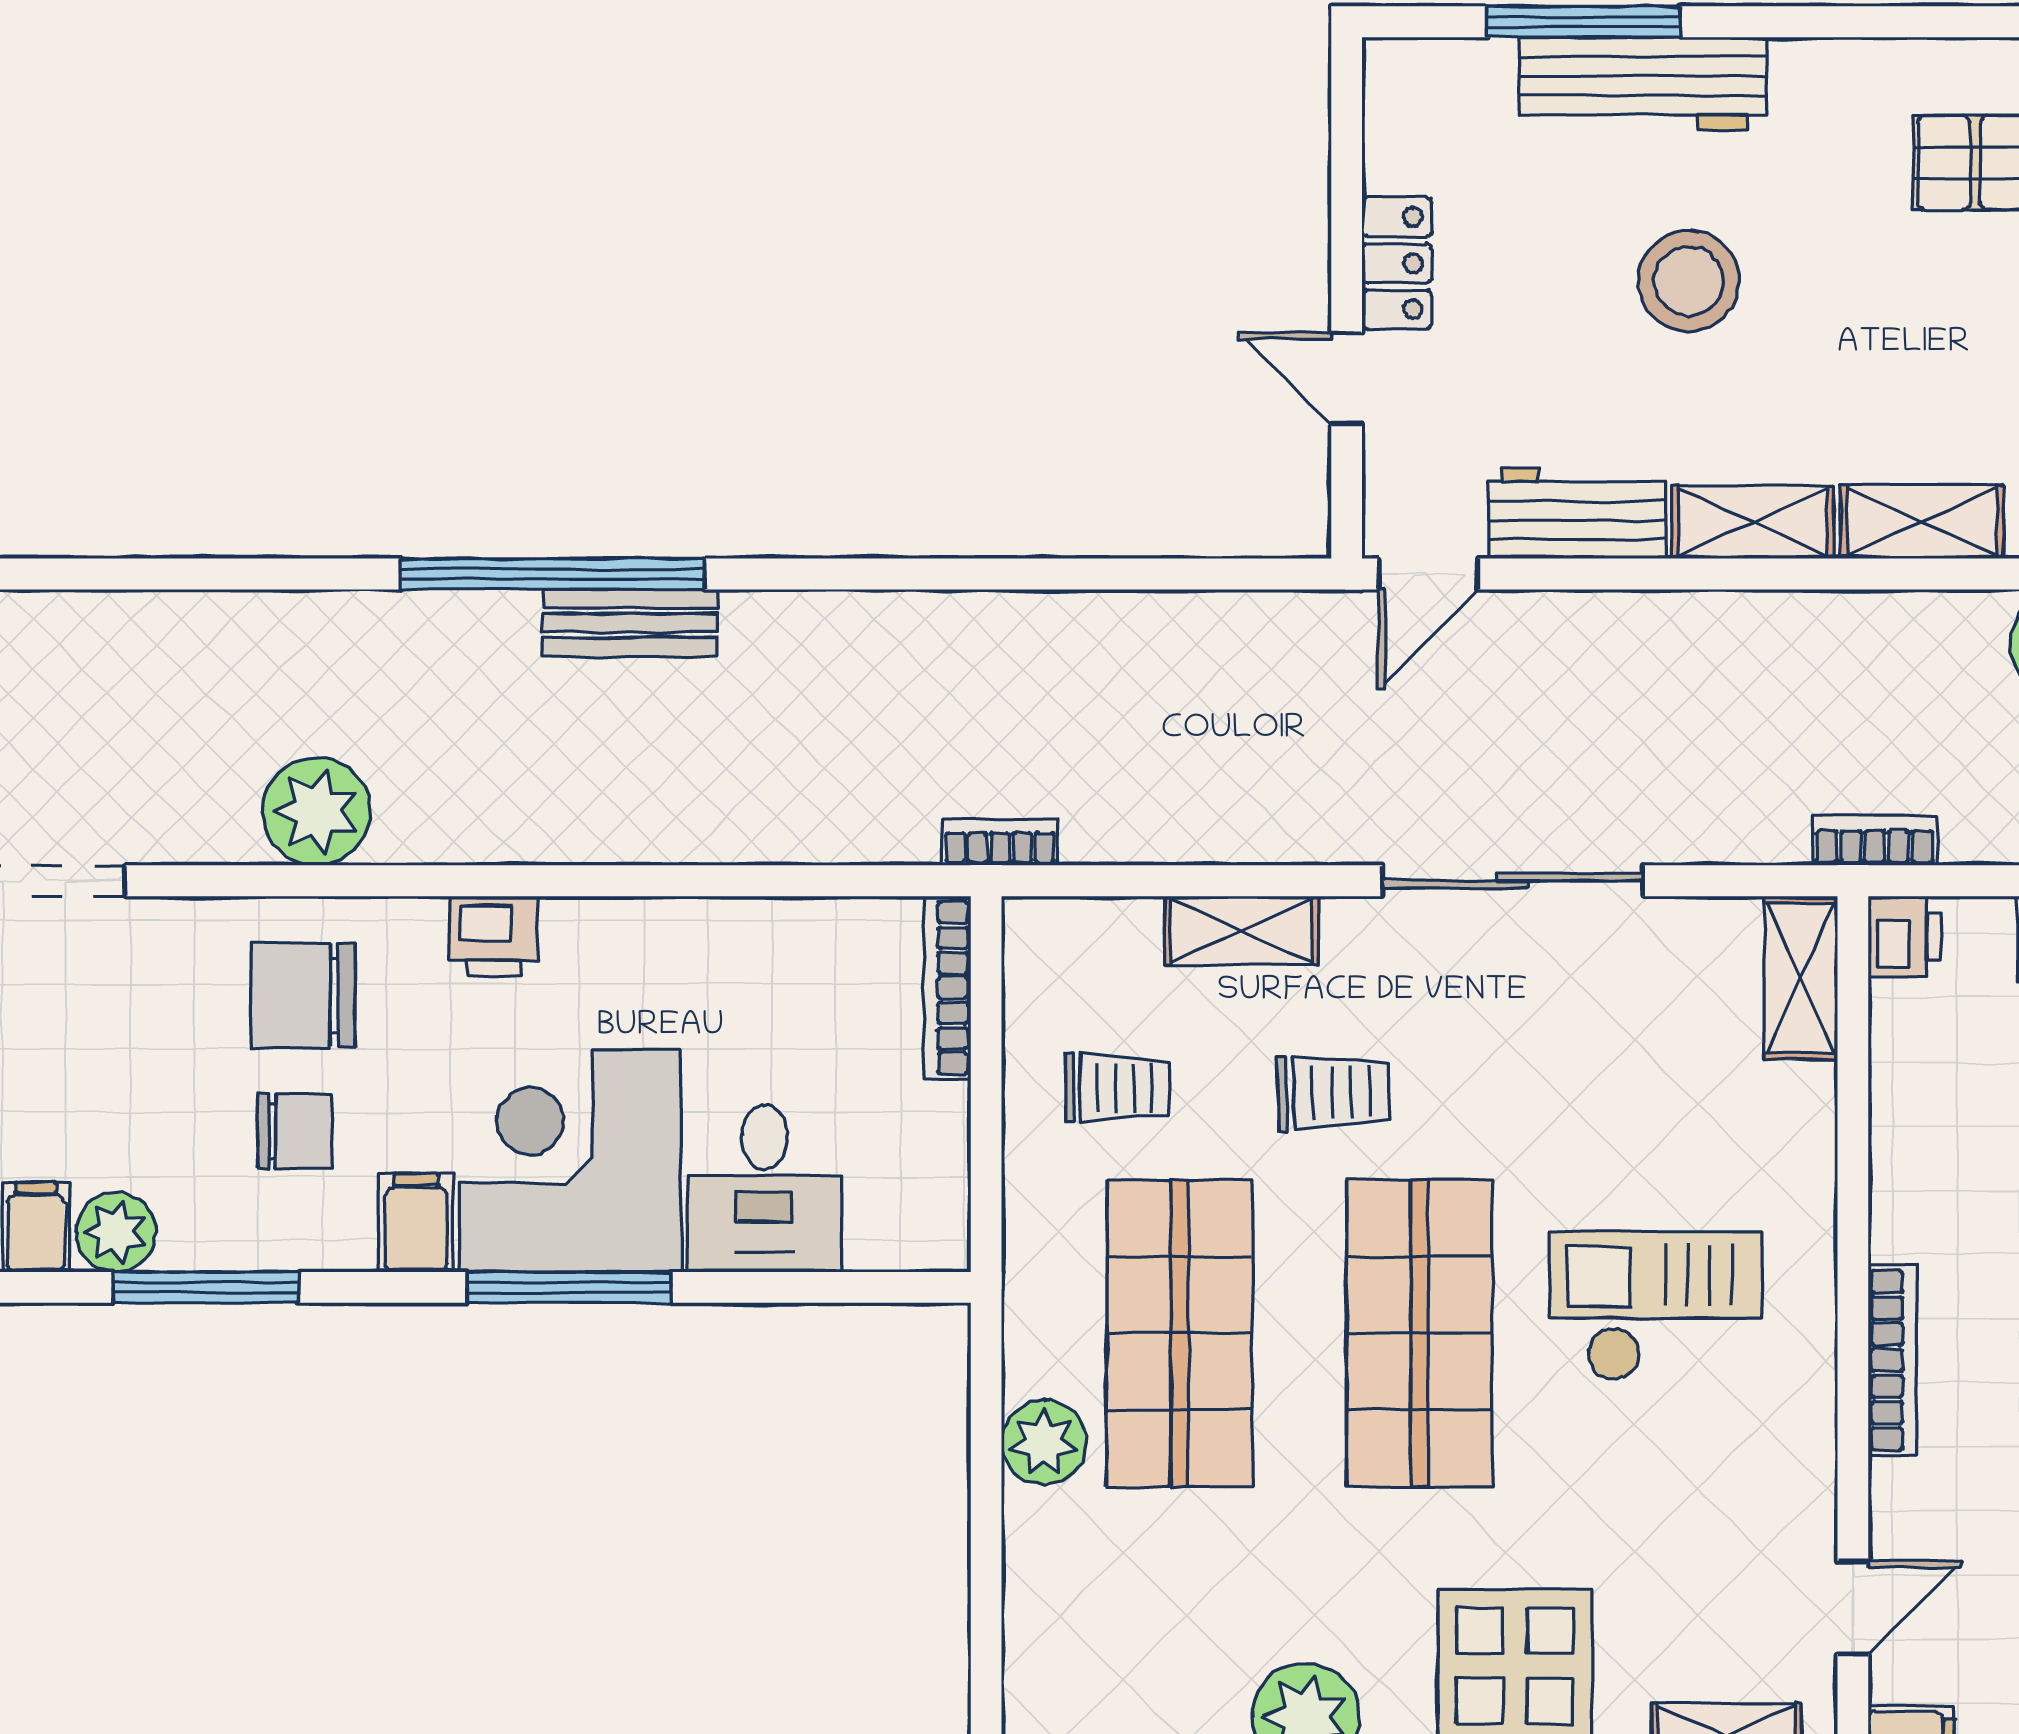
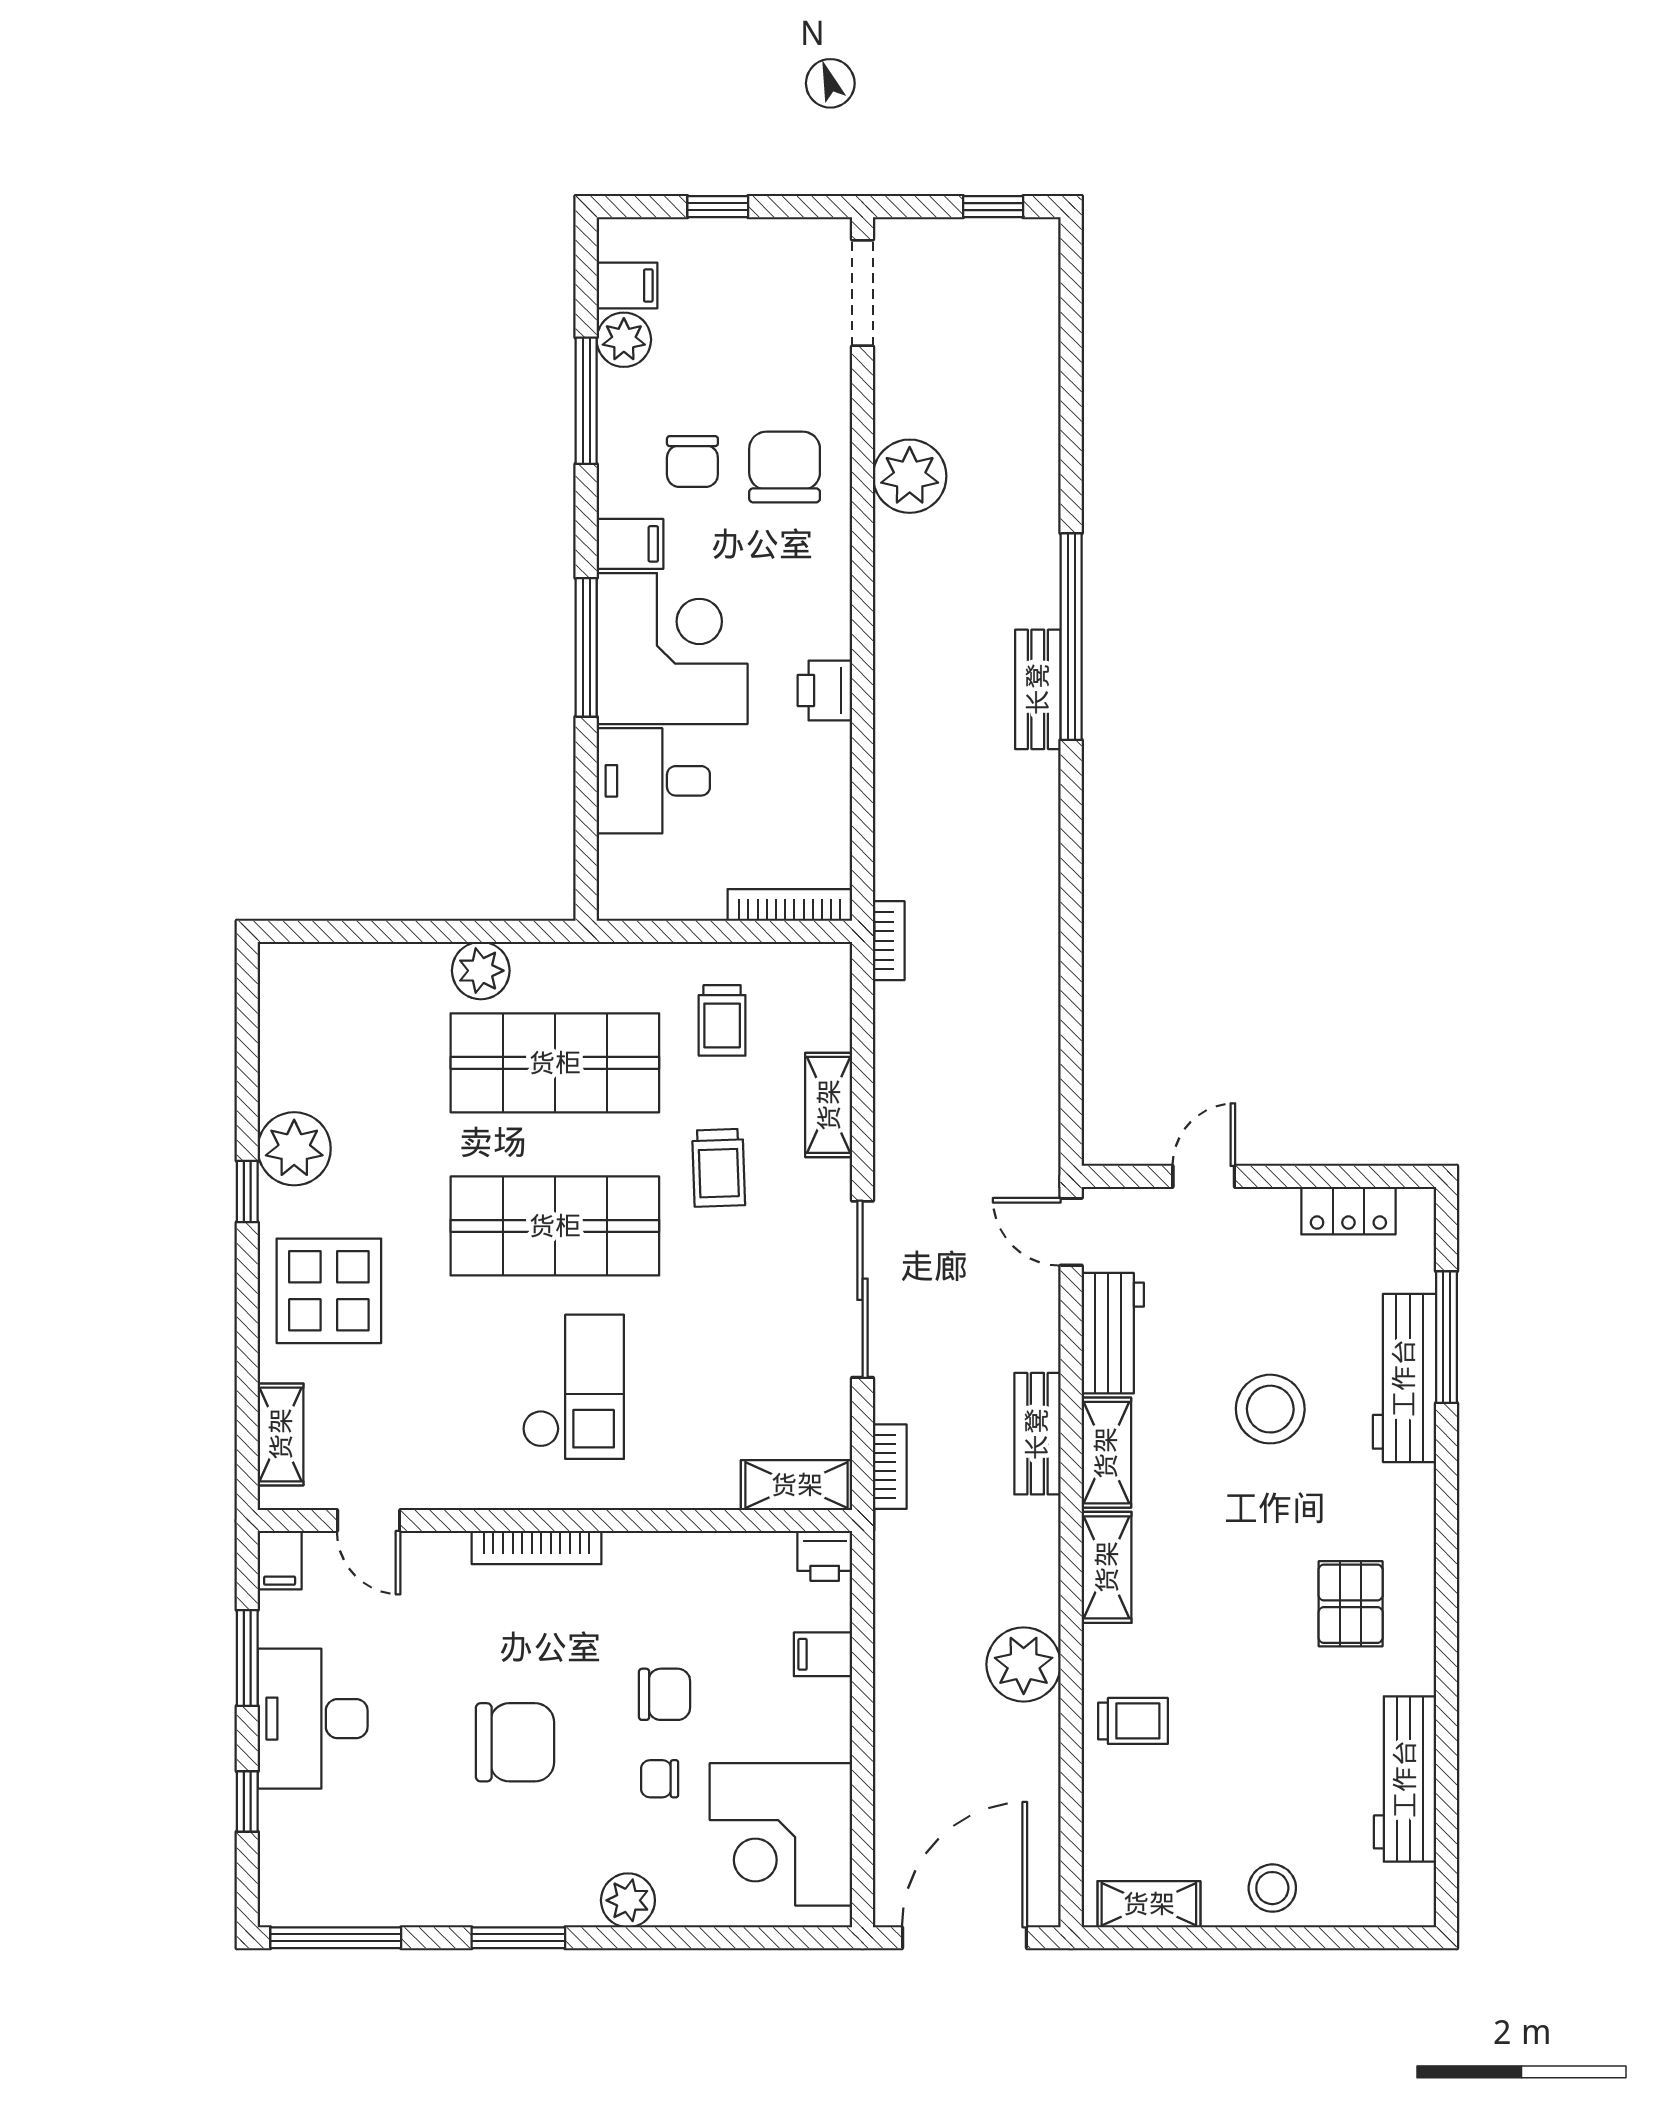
locker: (1397, 263) -> (1348, 1211), moved
bench: (1725, 623) -> (1037, 1434), added
bookcase: (1875, 841) -> (890, 1467), moved
printer: (494, 936) -> (825, 691), moved

